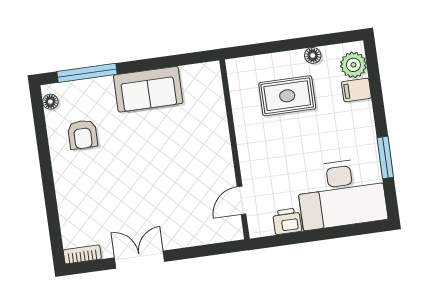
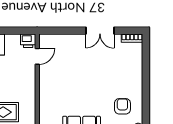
printer: (287, 221) -> (28, 41), moved

